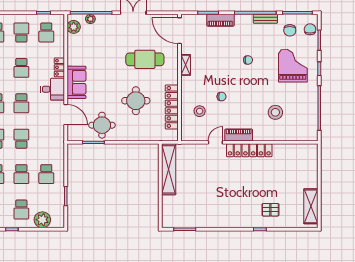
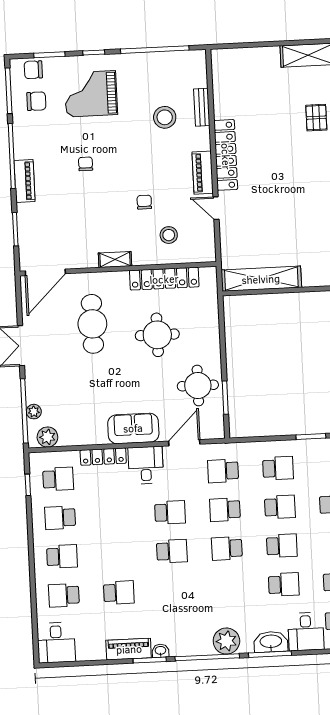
bench: (265, 19) -> (202, 107), moved
piano: (220, 20) -> (25, 181), moved
shelving: (186, 65) -> (115, 259), moved
locker: (59, 67) -> (103, 457), width x1.53
school desk: (21, 68) -> (223, 471), moved, turned 180

